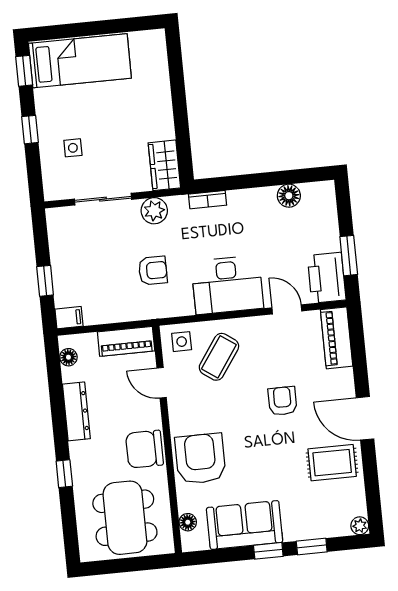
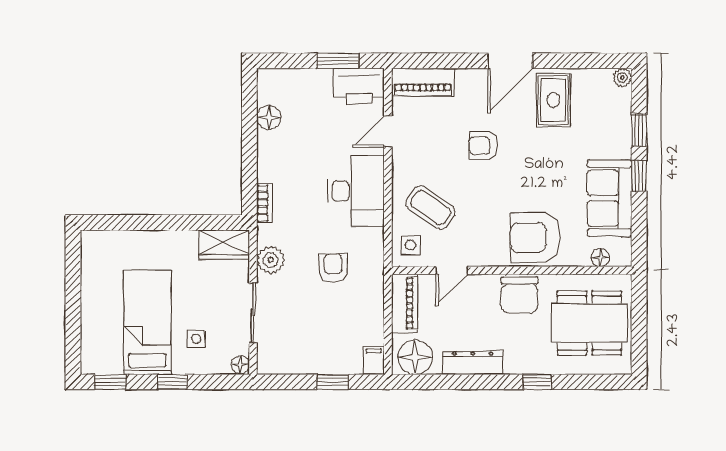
bed: (80, 61) -> (147, 322), moved
floor lamp: (53, 192) -> (240, 365), added
floor lamp: (68, 357) -> (415, 357), width x1.89, depth x1.89

